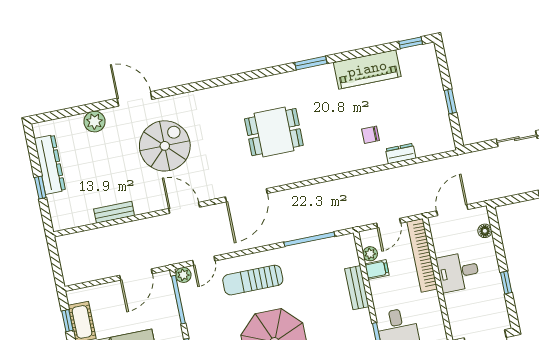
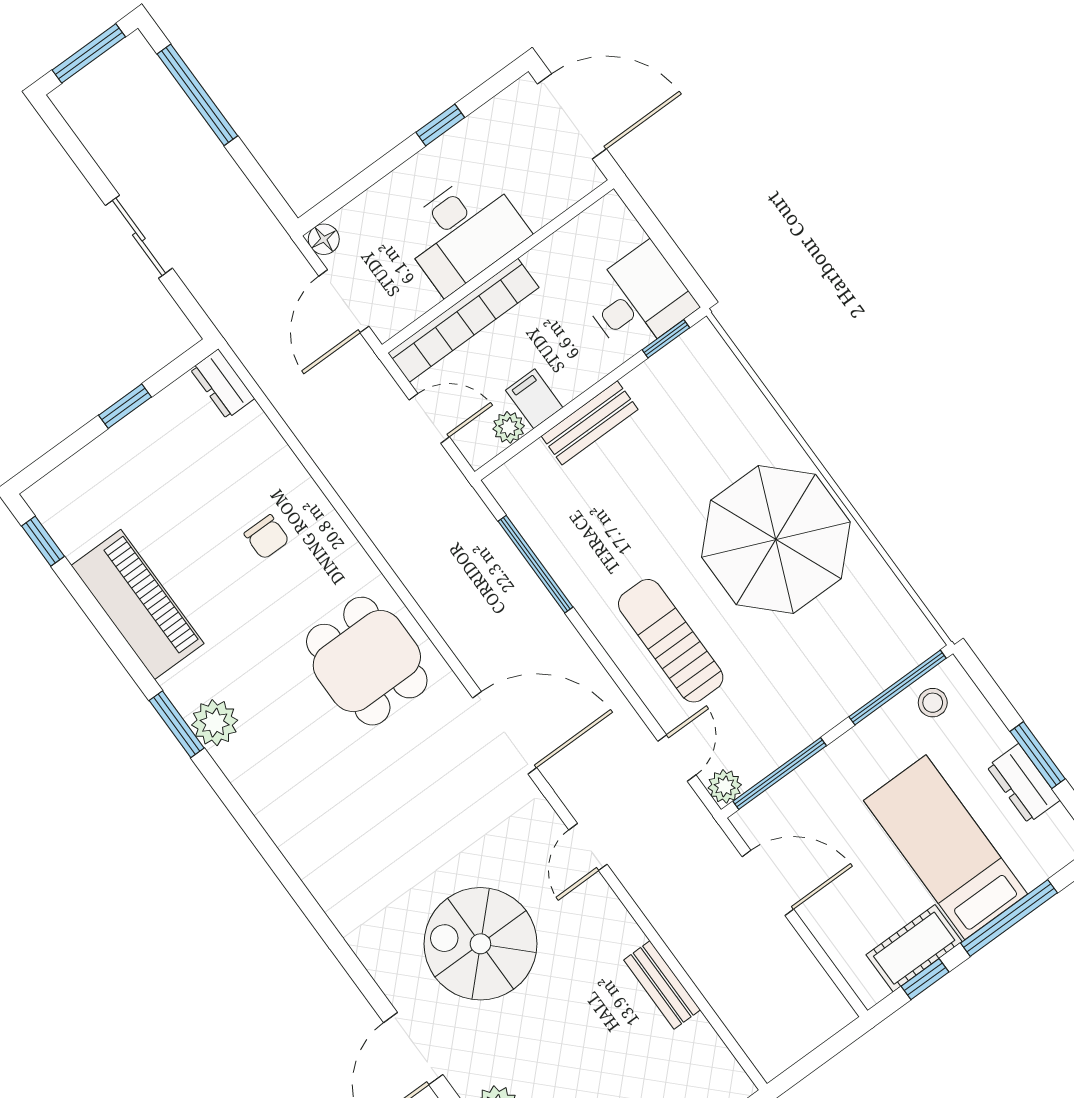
plant: (305, 79) -> (215, 723), added
dining table: (274, 132) -> (367, 661), moved
dresser: (401, 154) -> (222, 384), moved
door: (184, 208) -> (588, 847), width x0.73
door: (452, 210) -> (344, 301), hinge flipped
floor lamp: (485, 231) -> (324, 239), moved
door: (204, 261) -> (677, 758), hinge flipped
desk: (458, 272) -> (463, 232), width x1.37
sun lounger: (253, 280) -> (671, 641), turned 180

